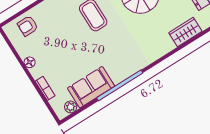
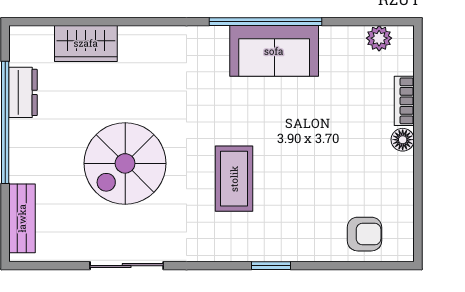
floor lamp: (30, 62) -> (403, 140), moved
sofa: (91, 87) -> (274, 51), moved

